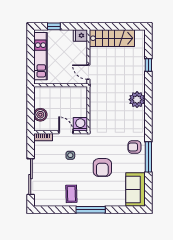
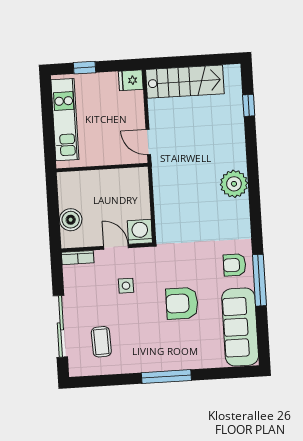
window: (148, 65) -> (249, 105), moved
armchair: (102, 168) -> (182, 303), turned 90
sofa: (135, 189) -> (240, 327), width x1.36
coffee table: (71, 194) -> (101, 342), moved

